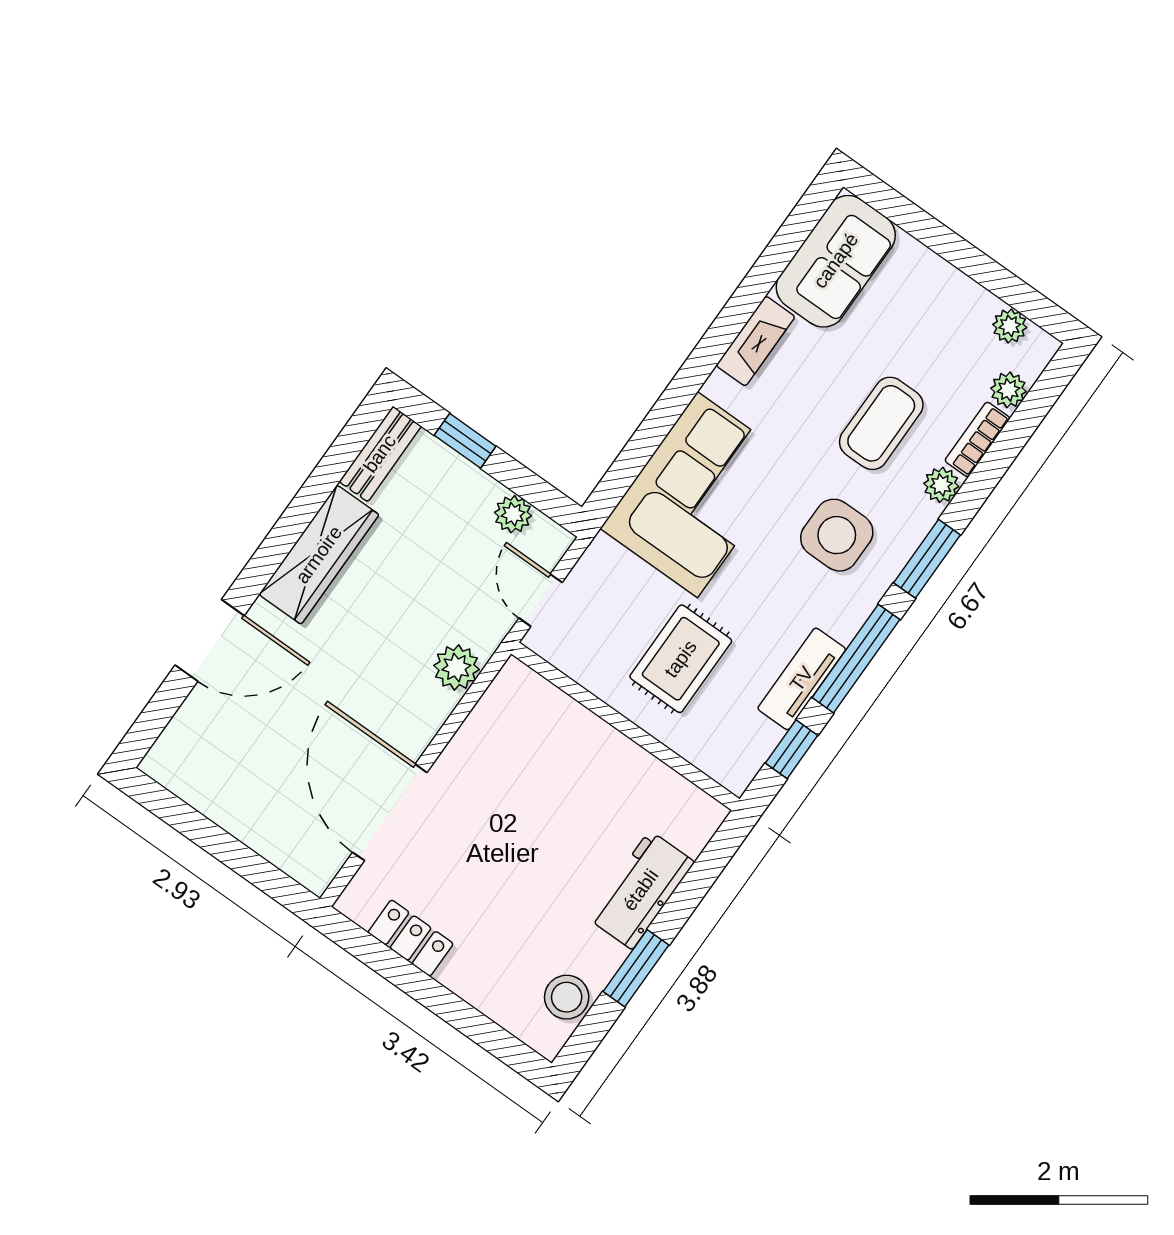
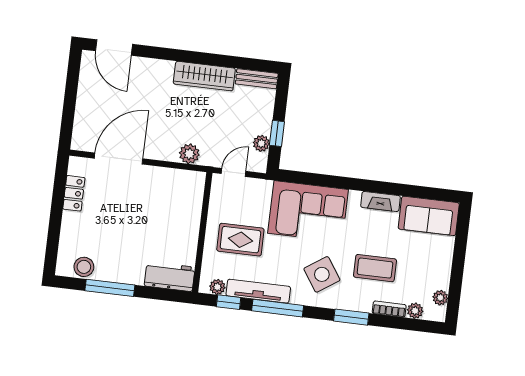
window: (465, 441) -> (277, 133), moved
plant: (941, 485) -> (217, 287), moved
side table: (837, 535) -> (322, 274), turned -34
window: (927, 559) -> (351, 317), moved
door: (210, 640) -> (114, 48), moved
tv unit: (802, 679) -> (258, 291), width x1.41
workbench: (641, 890) -> (170, 277), moved
window: (636, 968) -> (110, 288), width x1.44

